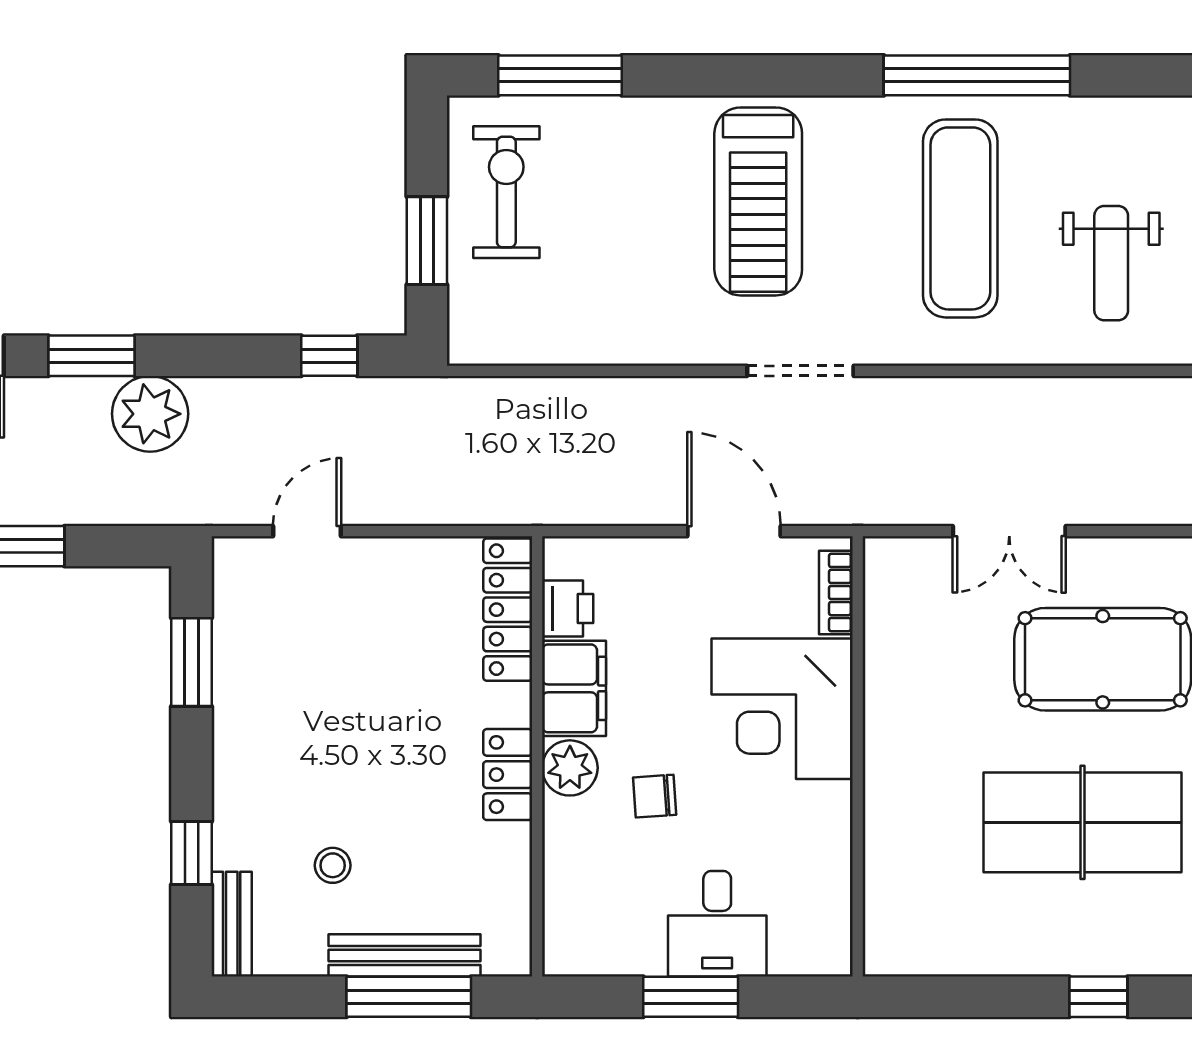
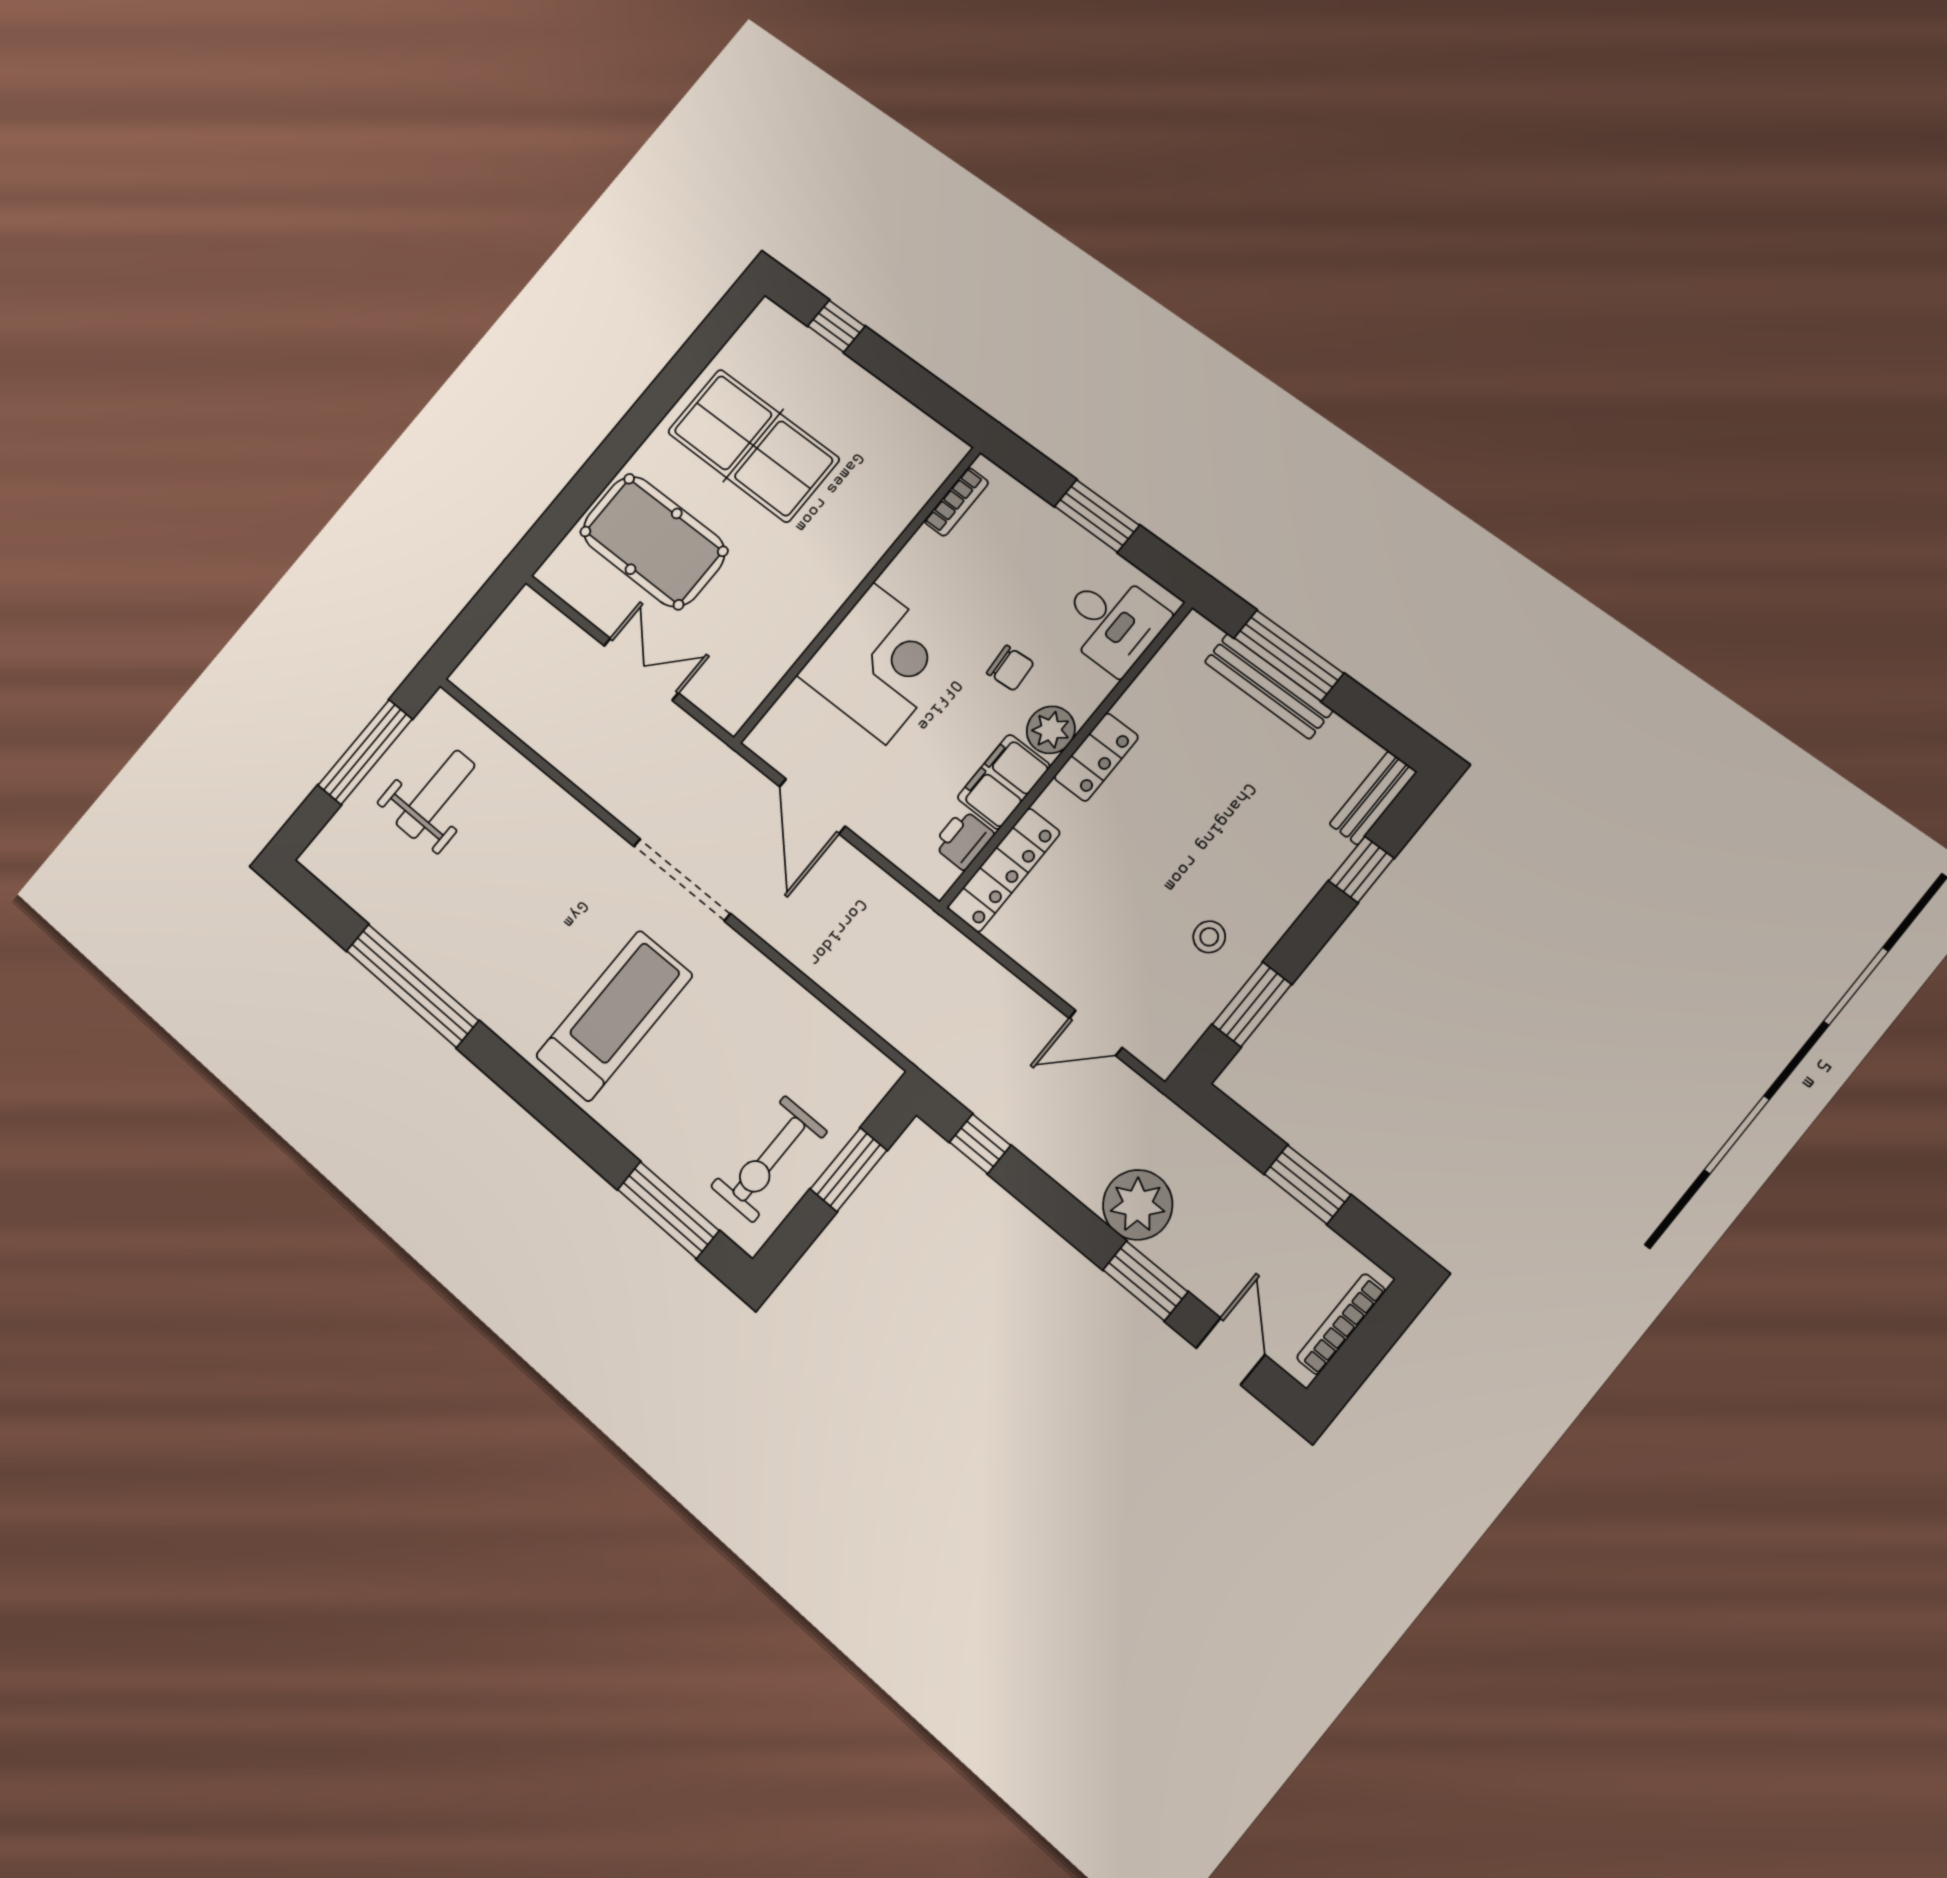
exercise mat: (960, 218) -> (500, 899), removed
doorway: (800, 371) -> (682, 880), width x1.36
bookcase: (836, 592) -> (956, 502), moved
stool: (333, 865) -> (1209, 937), moved
desk: (717, 924) -> (1112, 622), moved, turned 90

